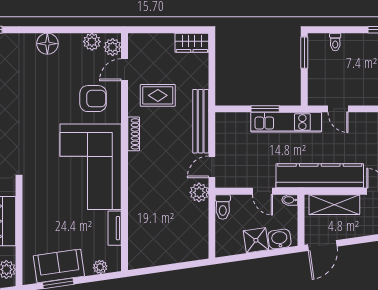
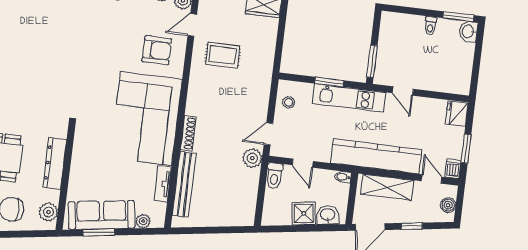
toilet: (335, 42) -> (430, 26), moved
window: (304, 53) -> (372, 61), moved
bench: (201, 121) -> (184, 184), moved
shoe rack: (134, 134) -> (188, 133), moved
stool: (228, 134) -> (289, 102), added
door: (263, 191) -> (303, 163), moved
window: (363, 240) -> (412, 226), added
sofa: (59, 266) -> (102, 215), width x1.36

